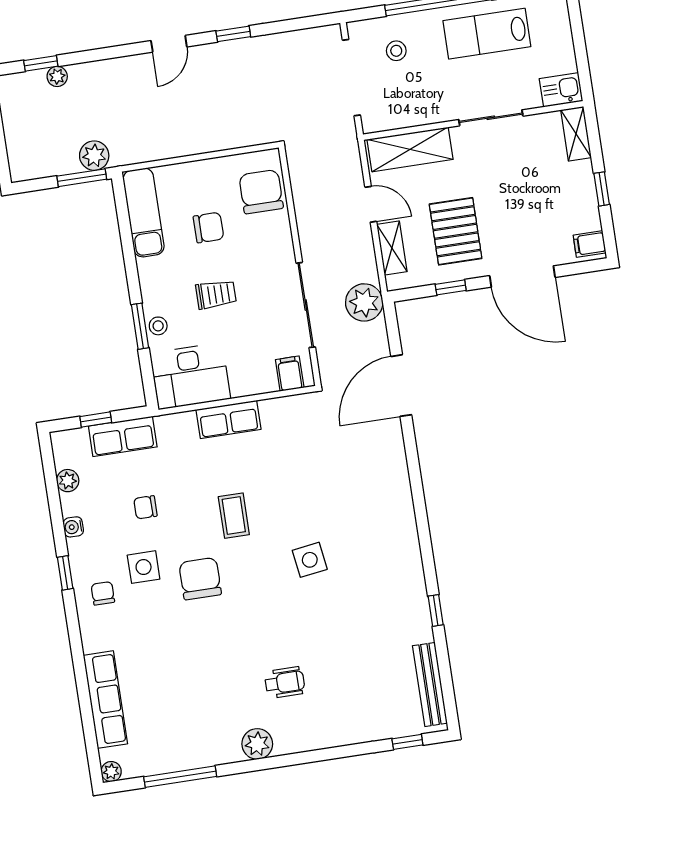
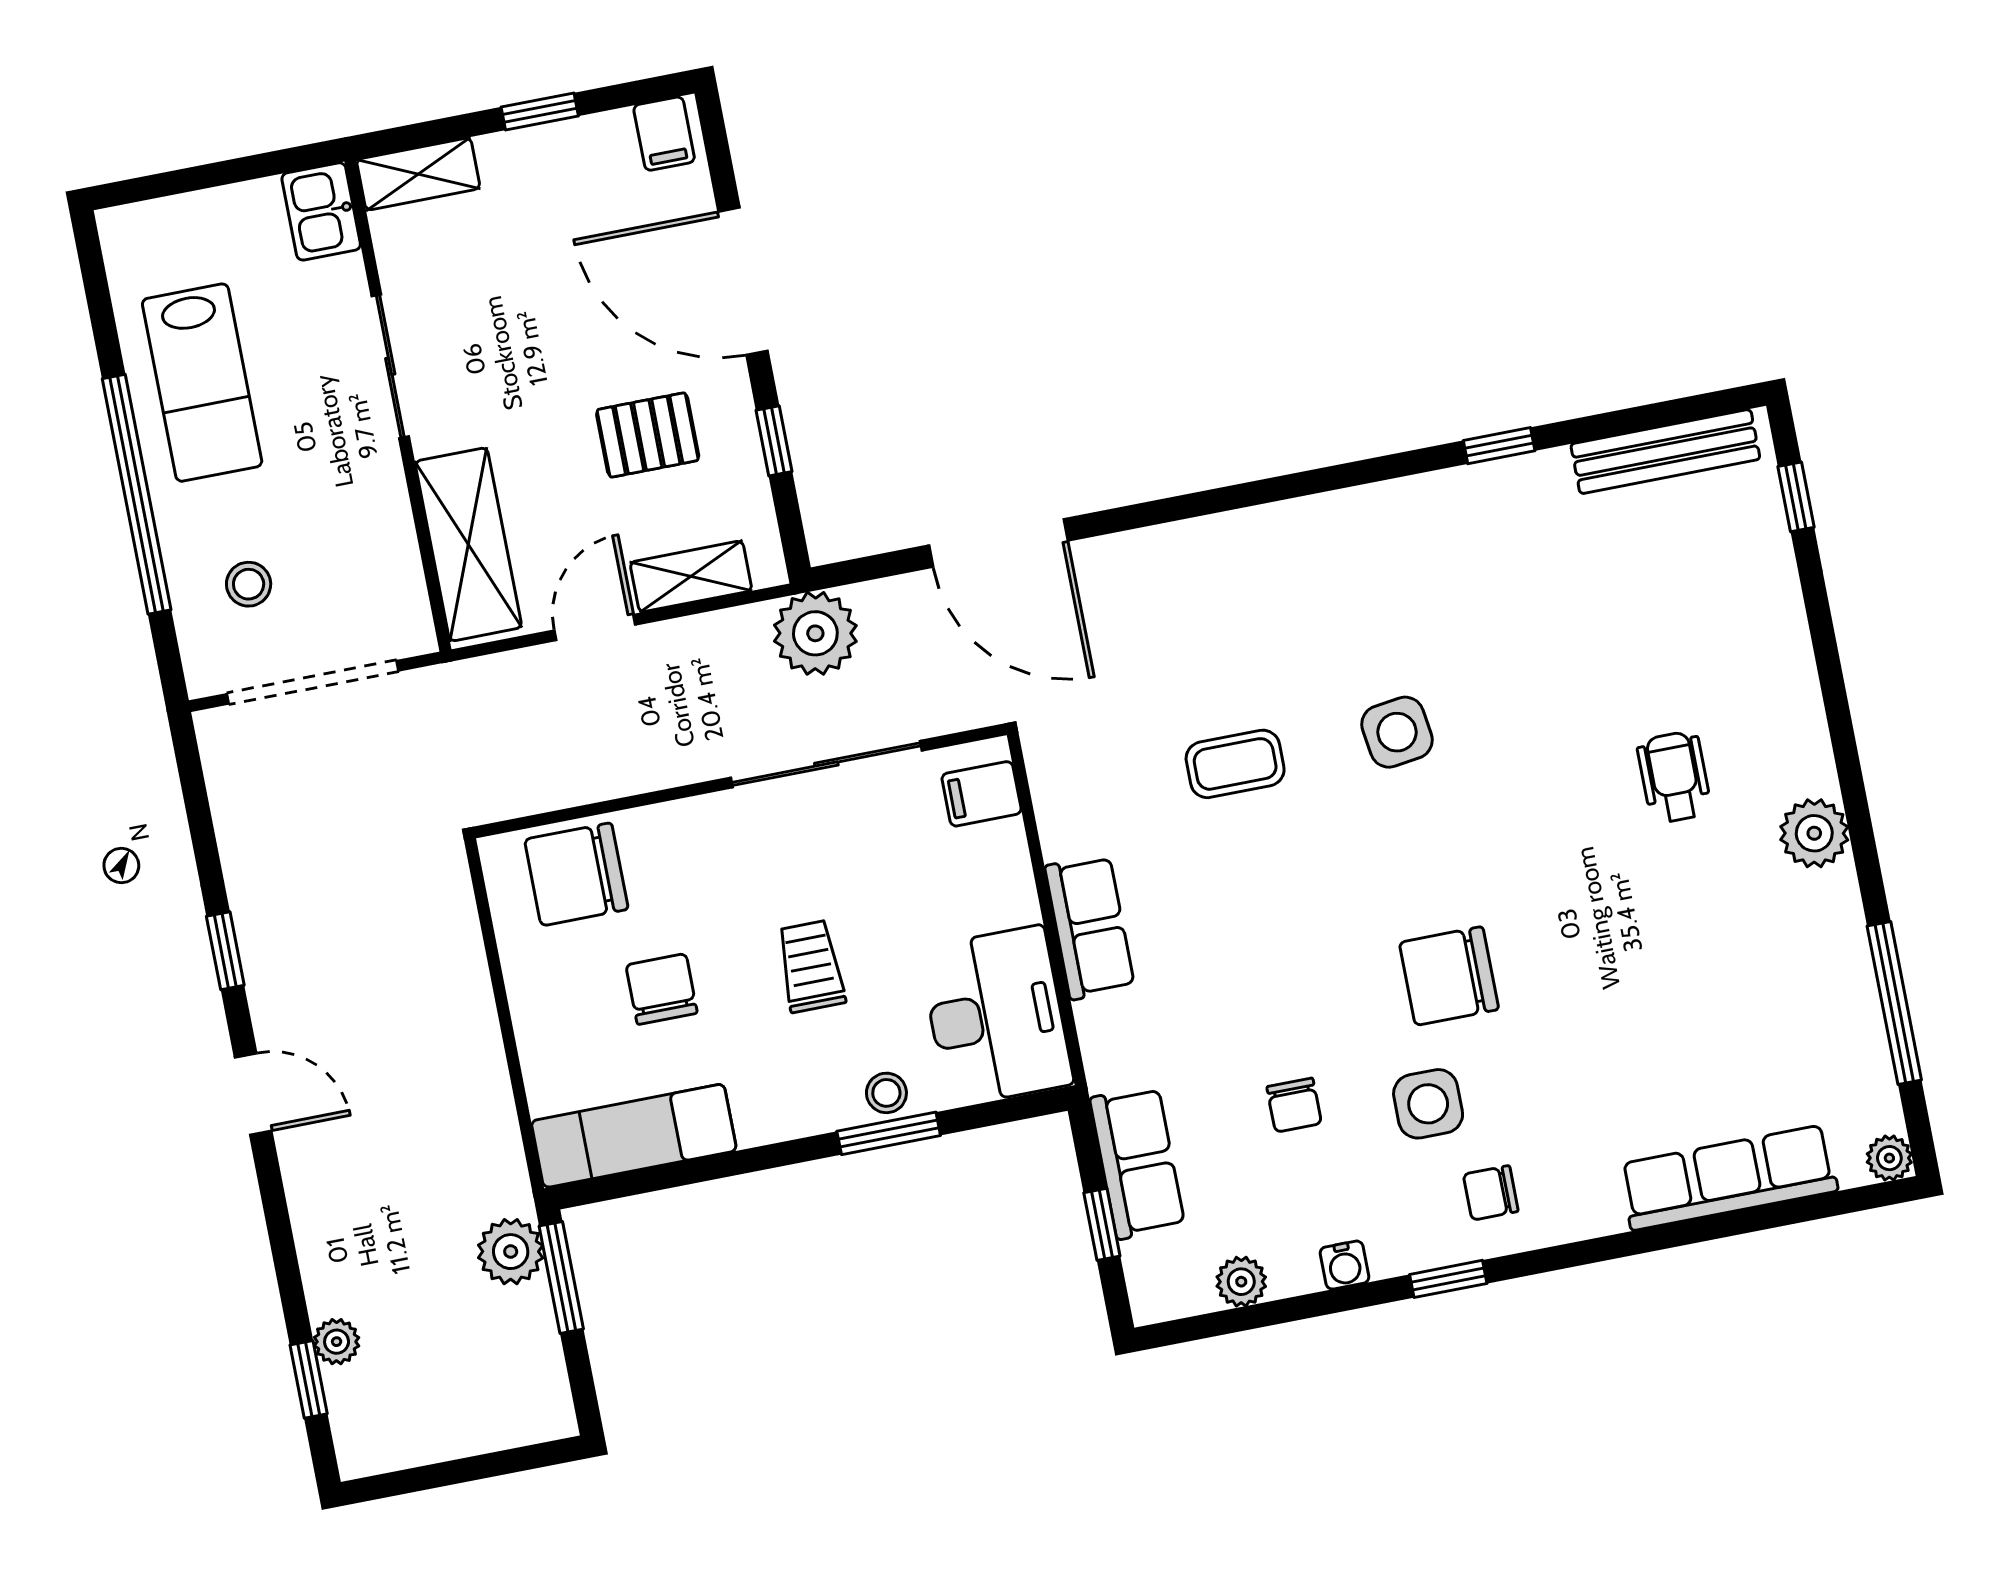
pallet: (456, 231) -> (648, 435), width x0.67, depth x0.71
door: (522, 276) -> (743, 281), swing flipped
coffee table: (234, 516) -> (1235, 764), moved

